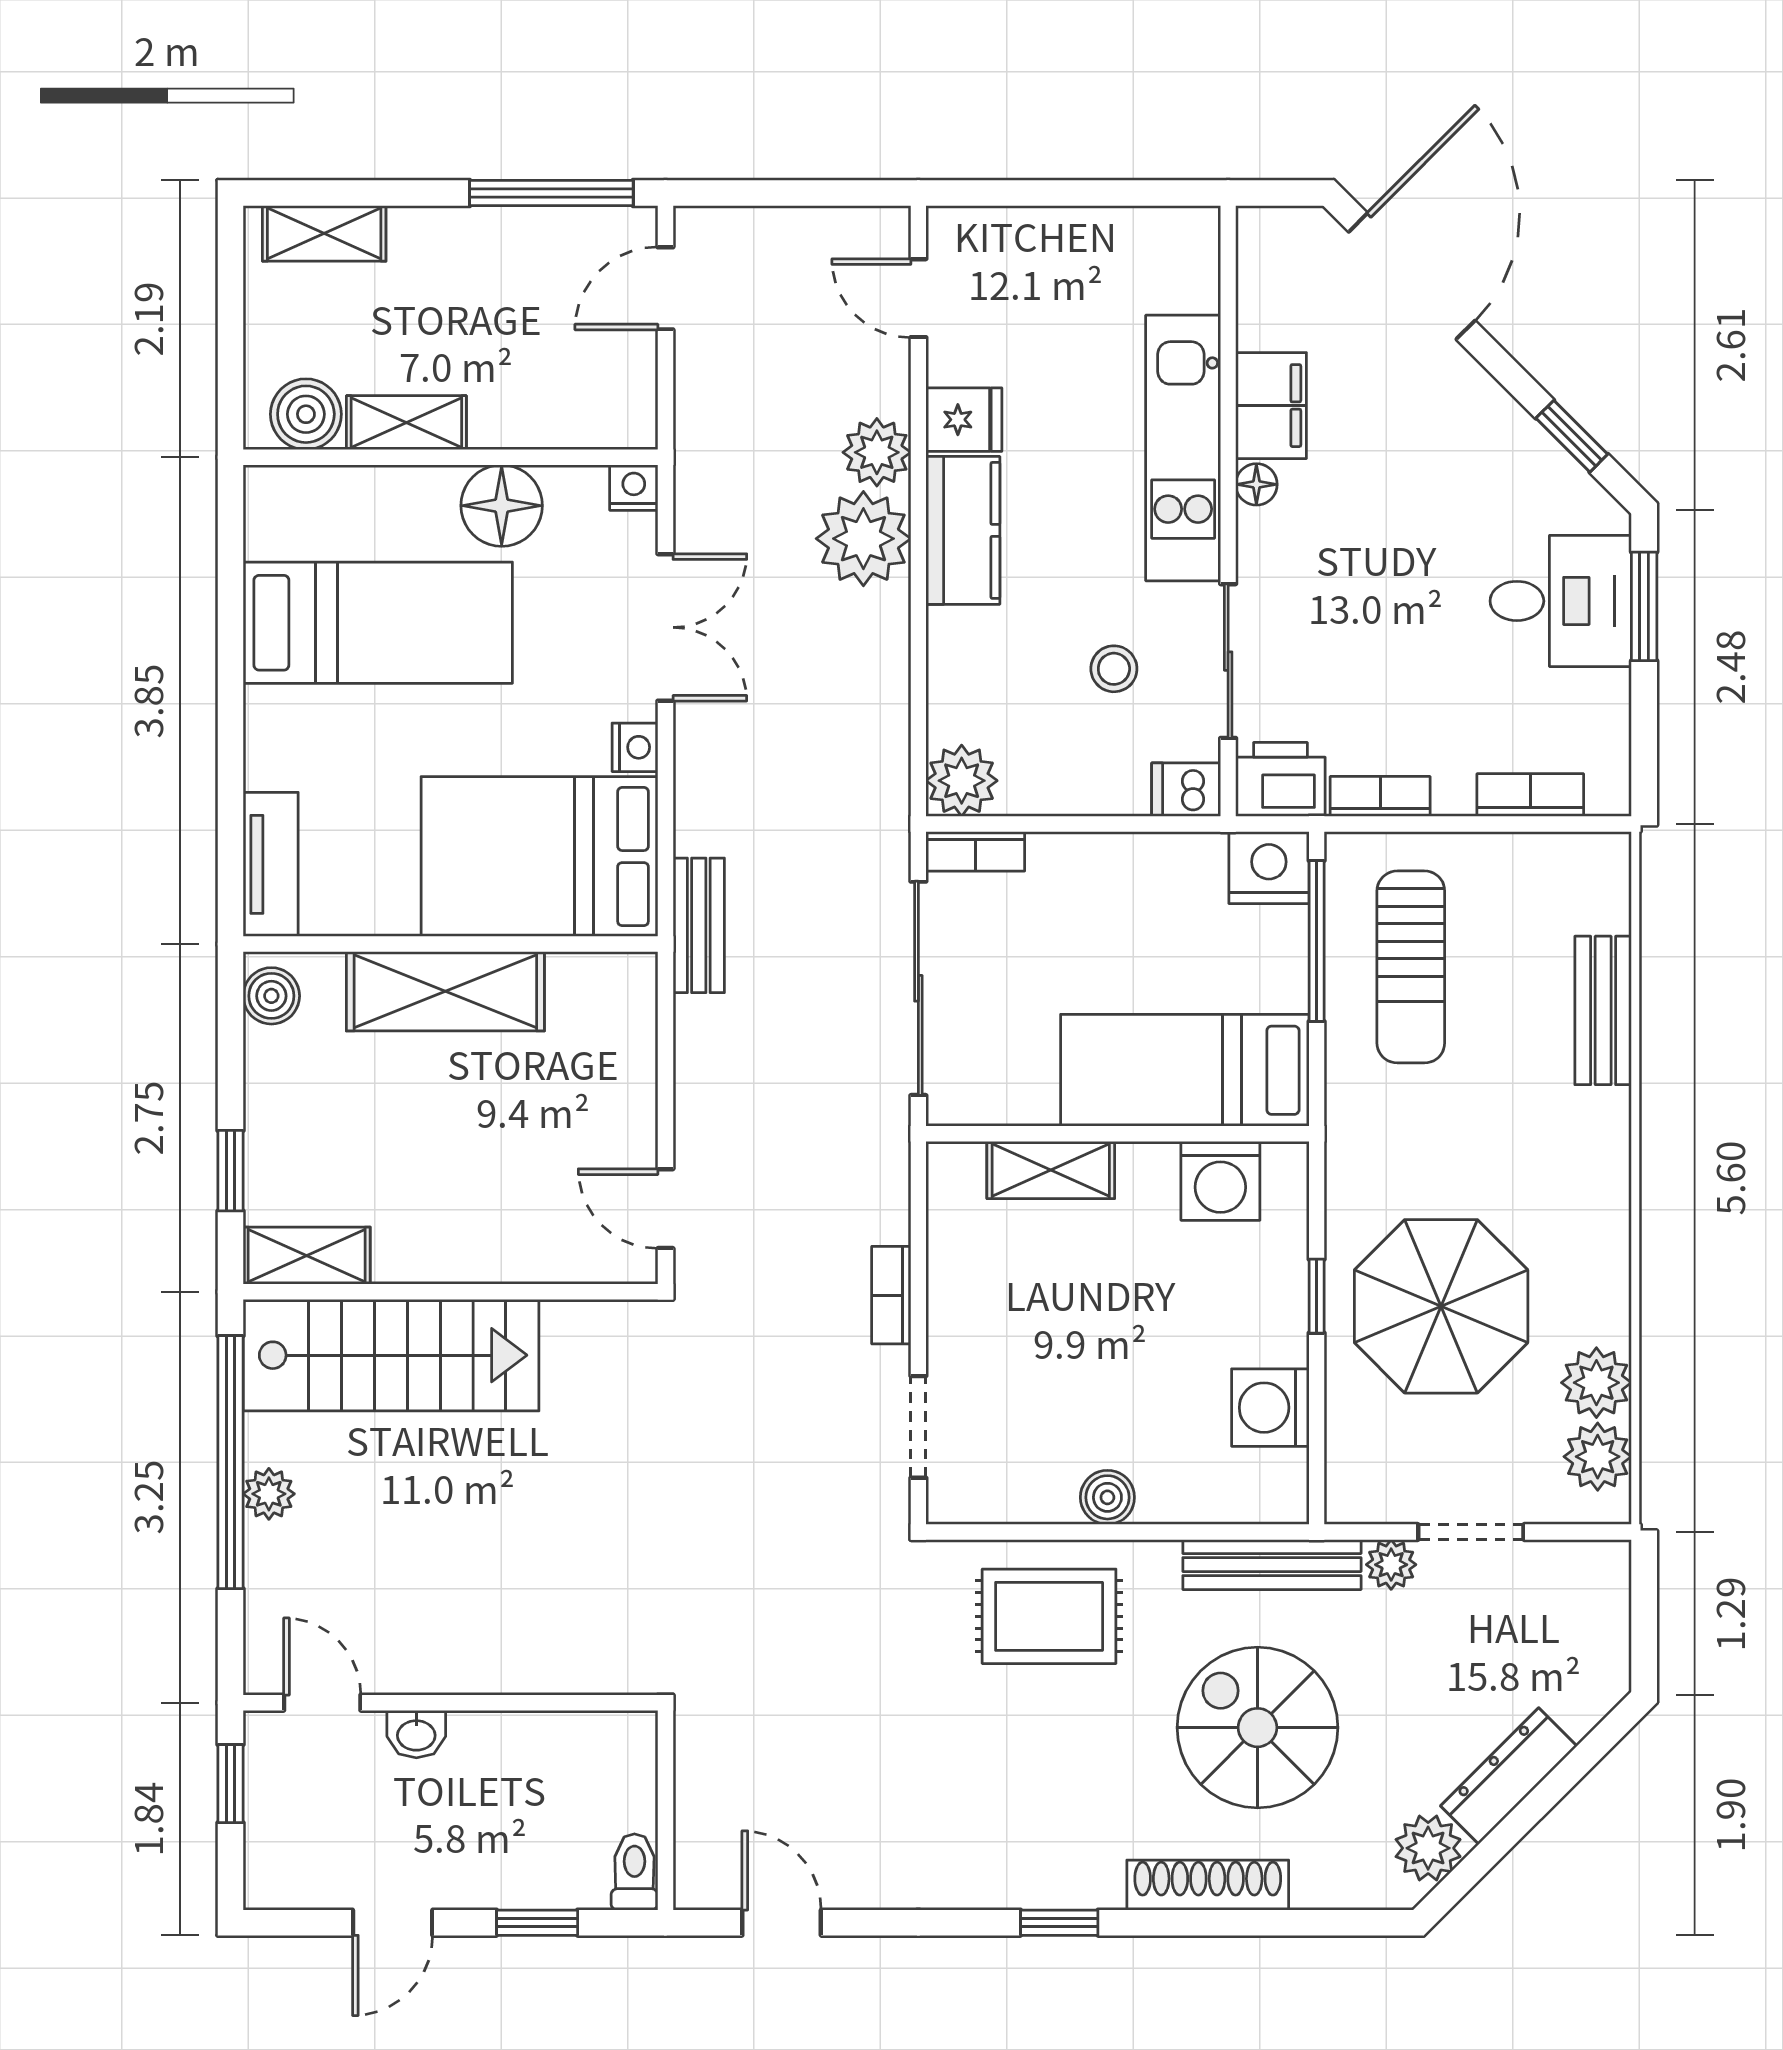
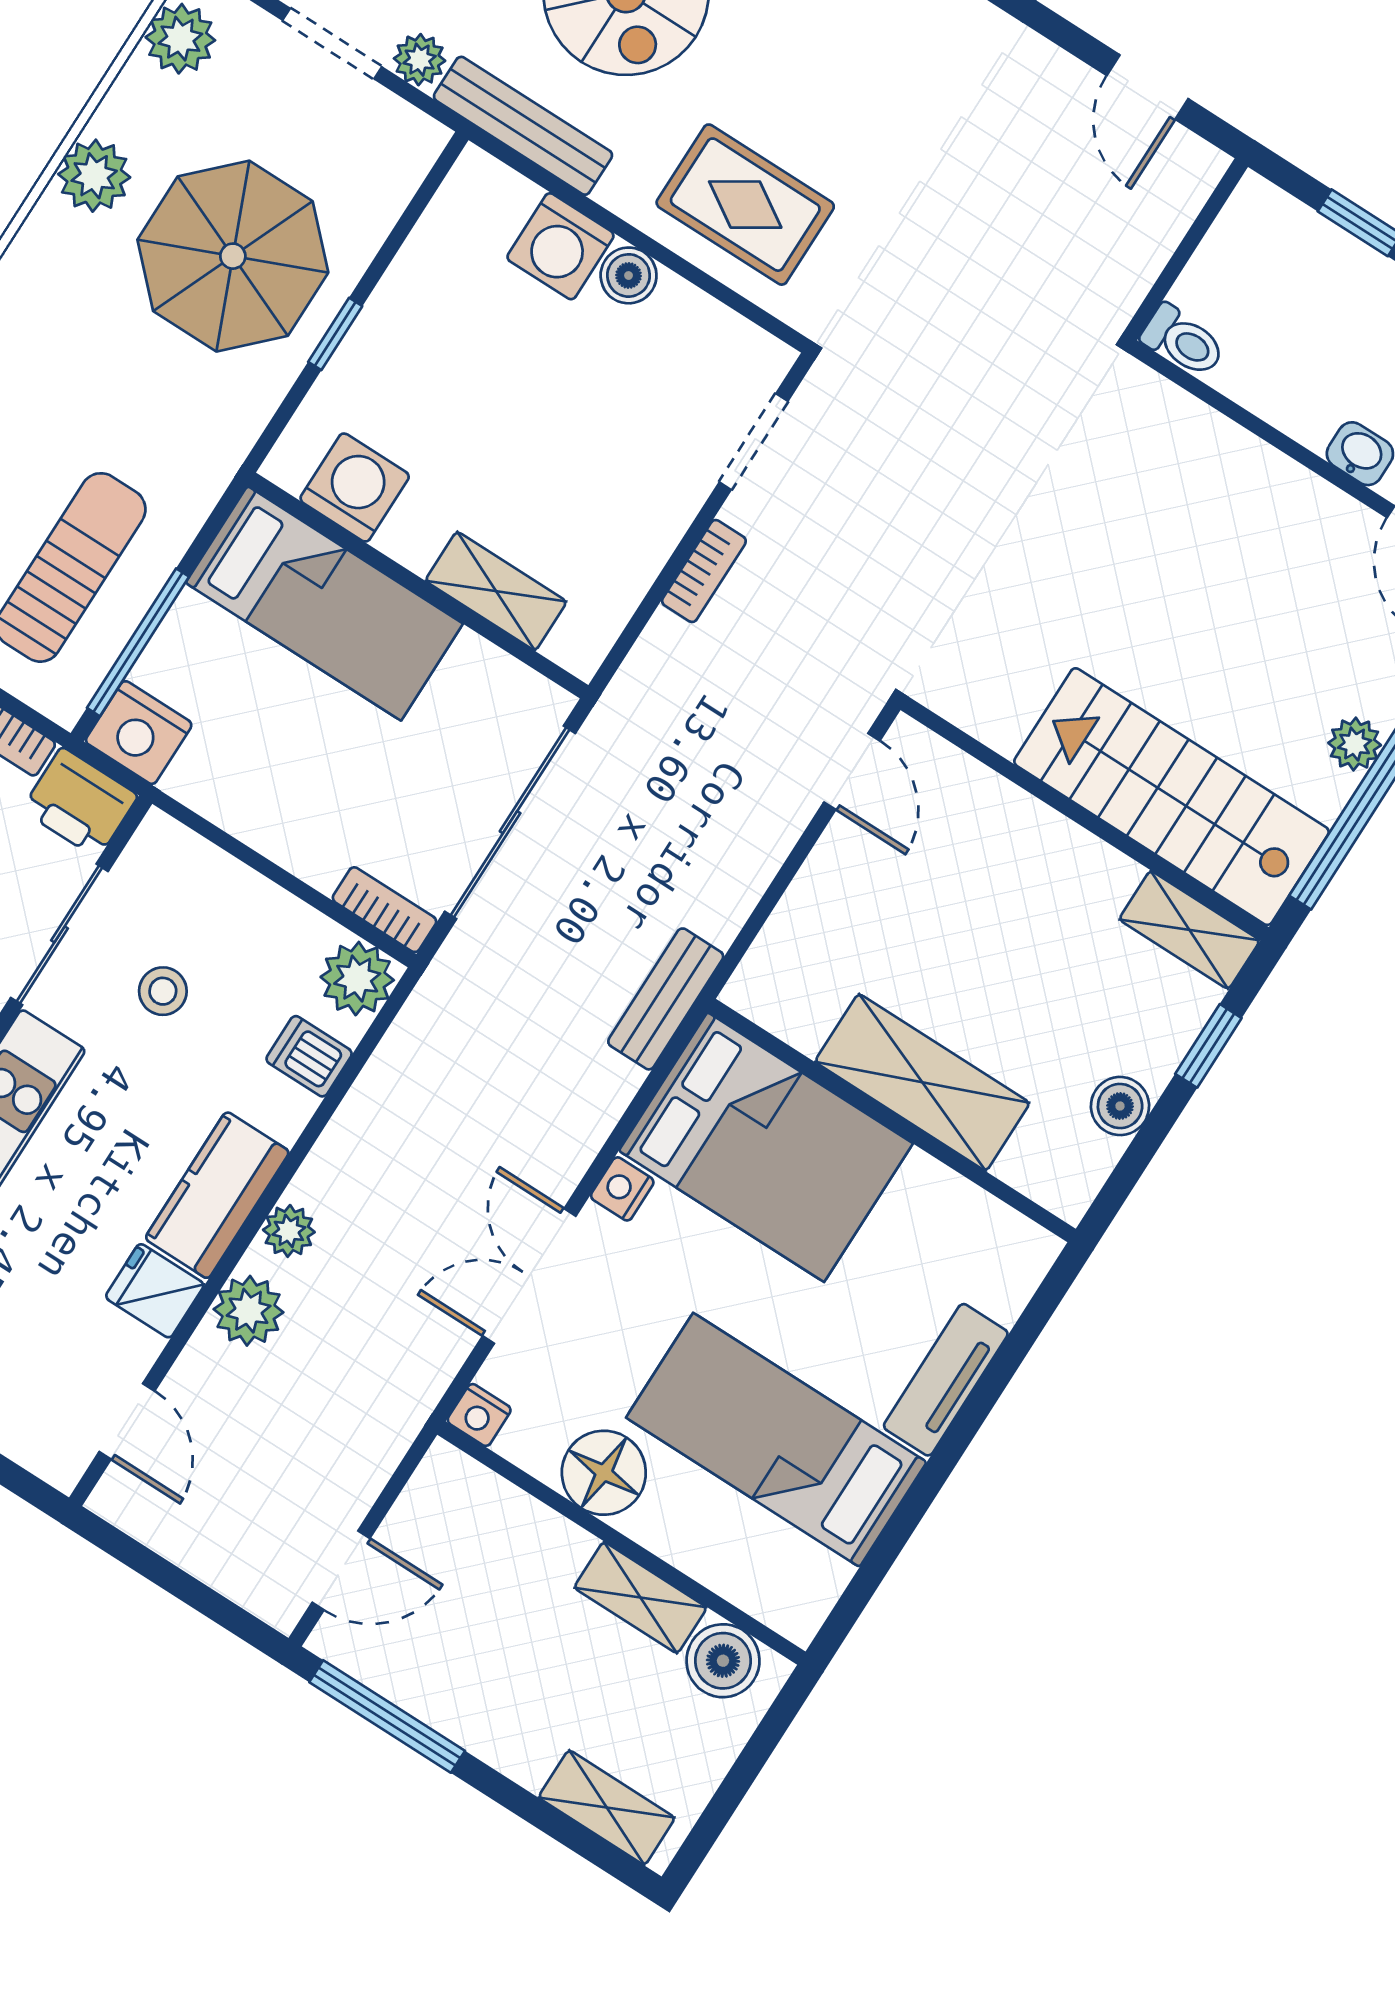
plant: (863, 539) -> (289, 1231), width x0.53, depth x0.53
dishwasher: (1186, 790) -> (309, 1056), moved, turned 180
tv unit: (271, 864) -> (946, 1380), moved
boiler: (271, 996) -> (1120, 1106), moved
plant: (1596, 1383) -> (94, 176), moved
washing machine: (1270, 1408) -> (560, 246), moved, turned 90
toilet: (634, 1872) -> (1183, 341), moved, turned -90

